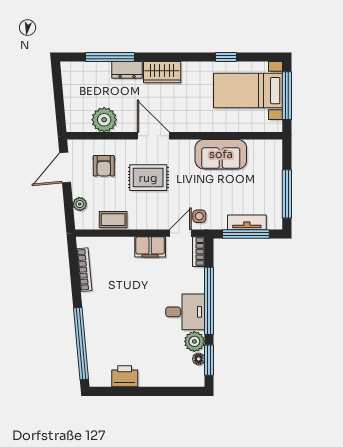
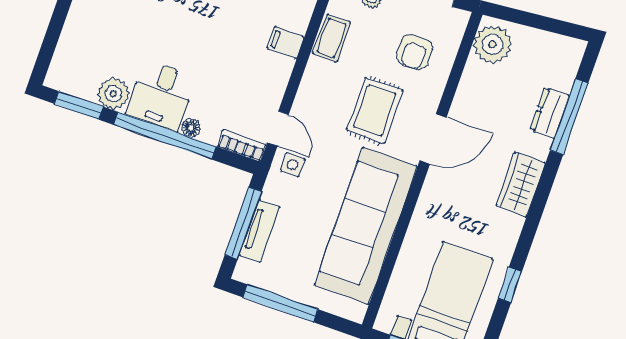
dresser: (127, 70) -> (550, 113), moved
plant: (104, 120) -> (492, 44), moved
sofa: (221, 154) -> (366, 226), width x1.85, depth x1.27
armchair: (104, 166) -> (415, 52), turned -90
filing cabinet: (150, 247) -> (286, 43), moved, width x0.50
floor lamp: (199, 359) -> (191, 128), moved

